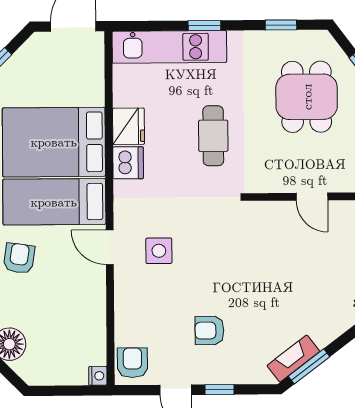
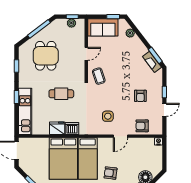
dining table: (307, 97) -> (46, 56), turned 90
coffee table: (257, 228) -> (99, 76), added
door: (110, 247) -> (121, 136), moved
armchair: (132, 363) -> (142, 126), moved

